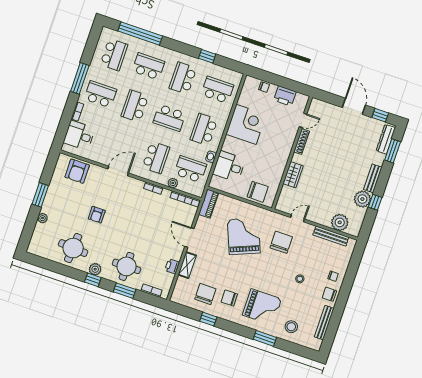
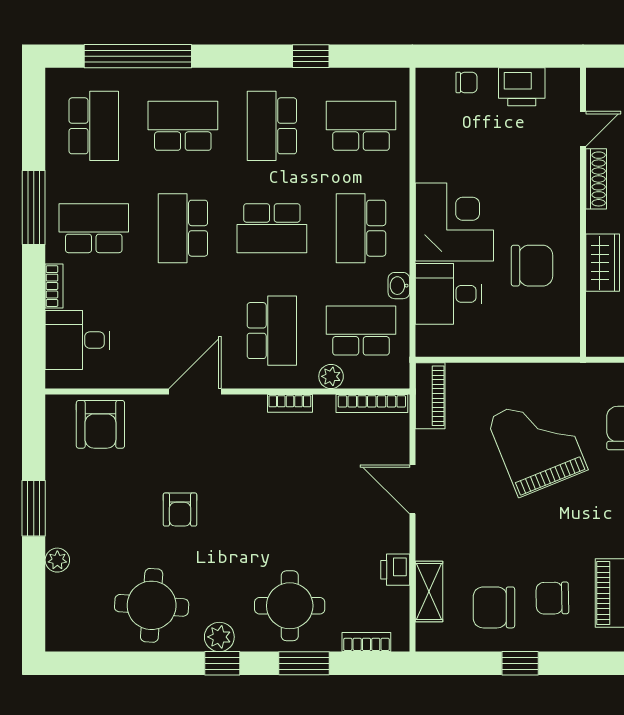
corner desk: (246, 124) -> (454, 222), moved
chair: (258, 192) -> (532, 266), moved
shelving: (187, 265) -> (429, 592), moved
chair: (205, 294) -> (494, 607), turned -90

